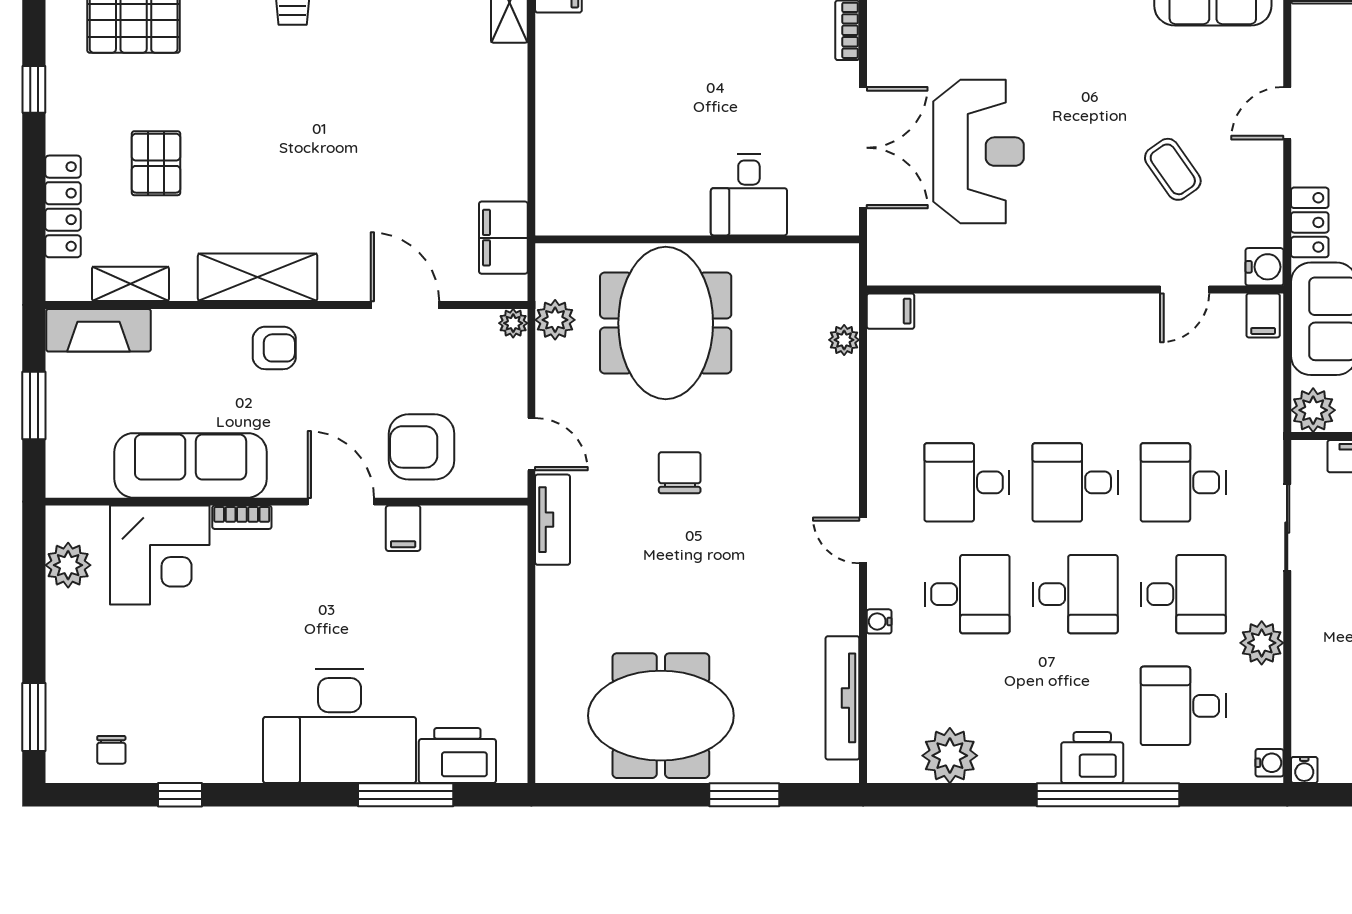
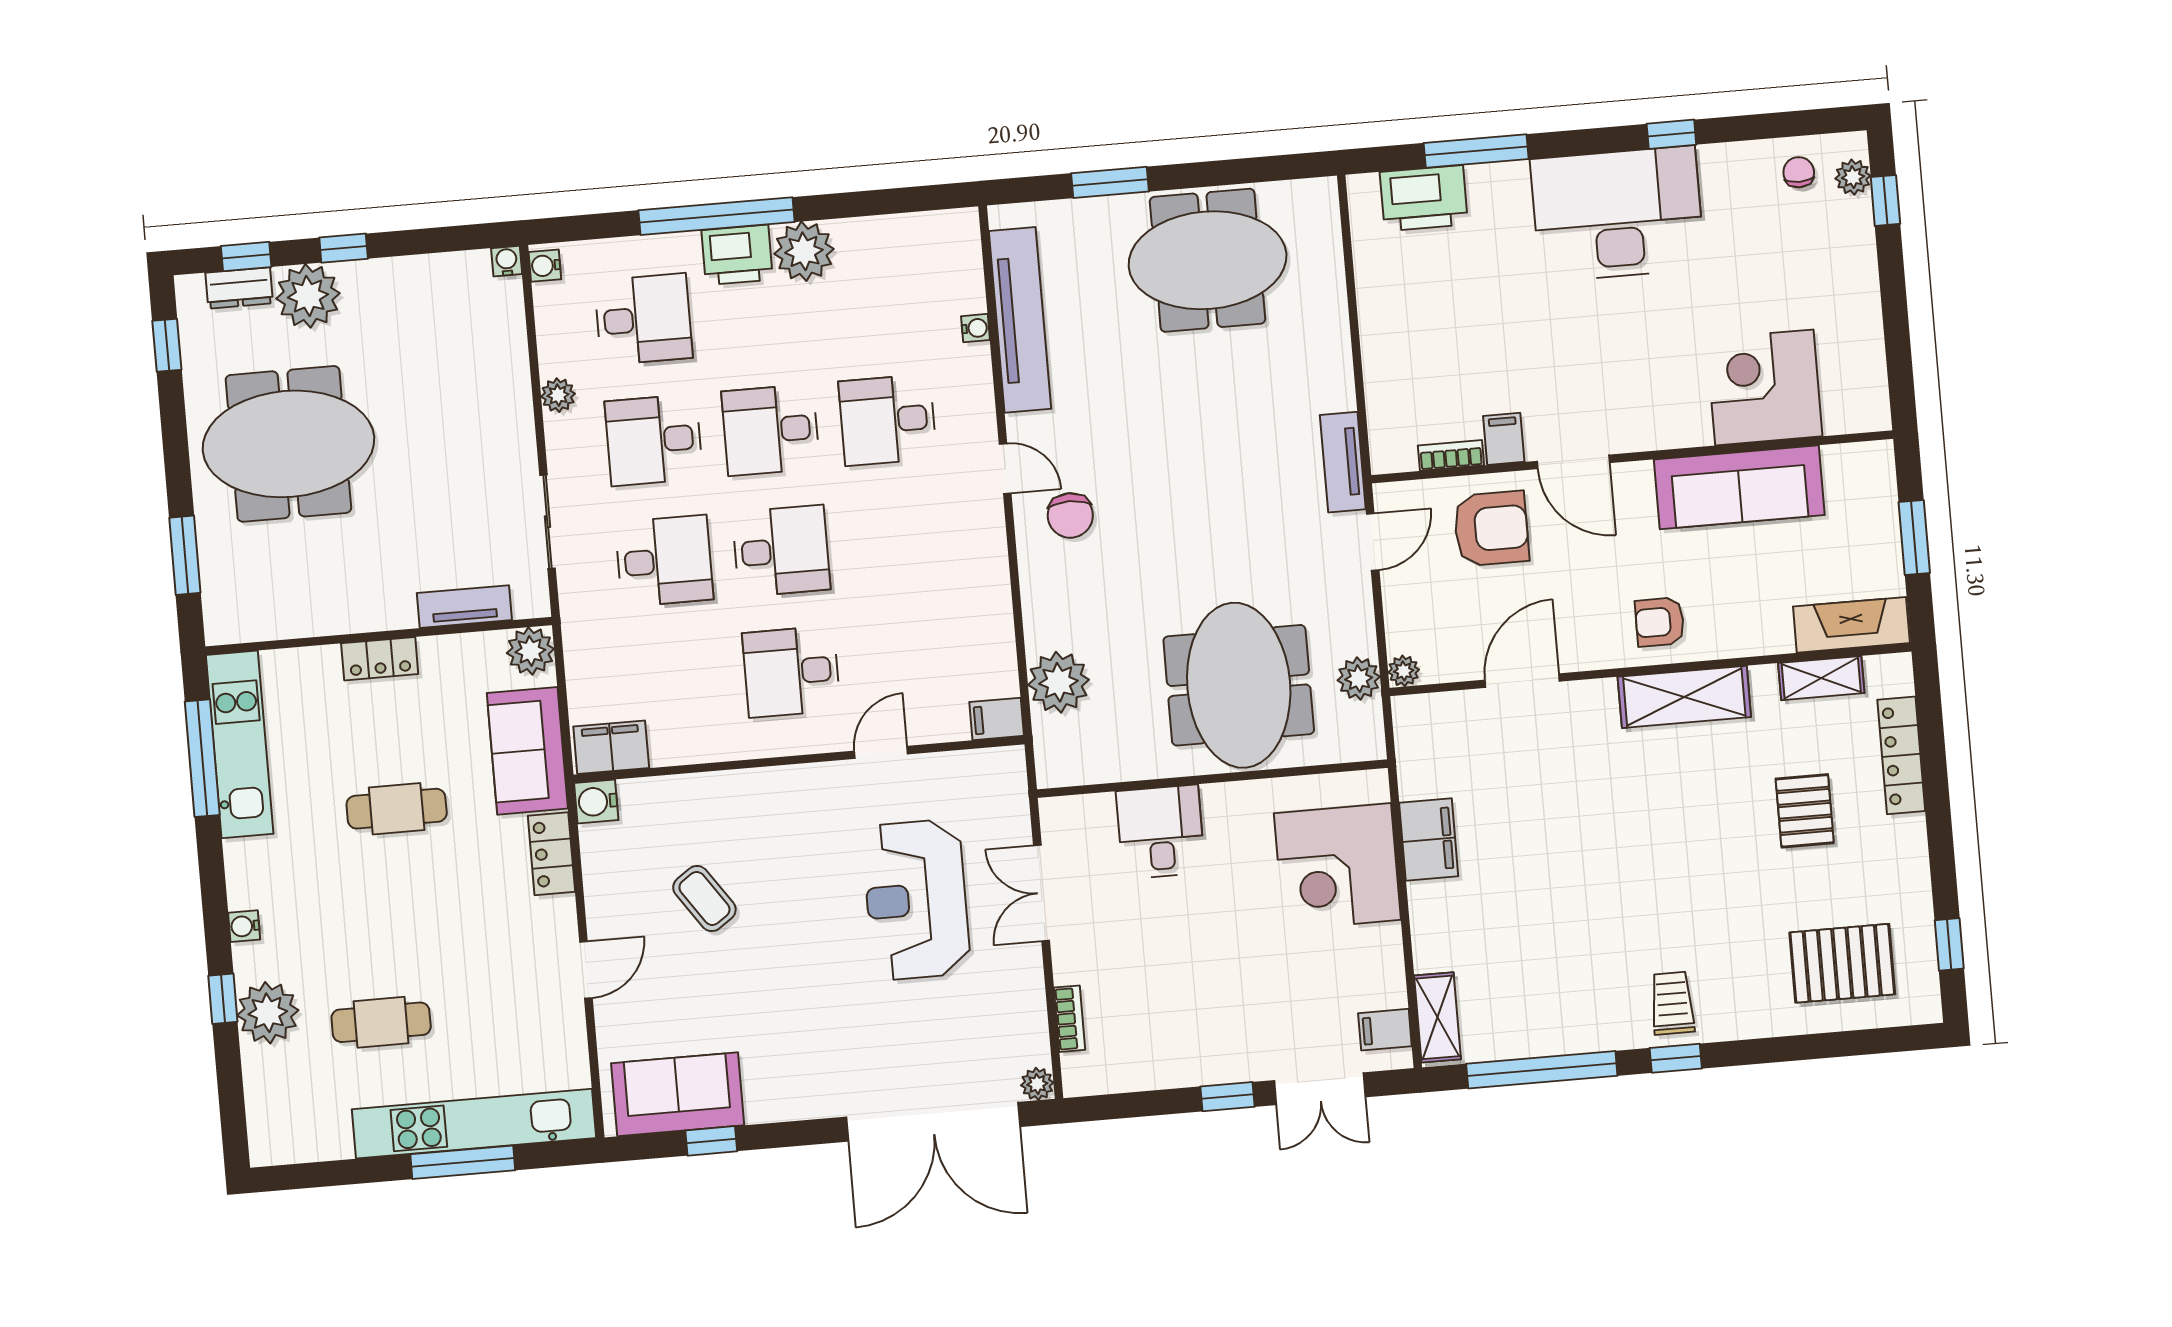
window: (34, 89) -> (1949, 944), moved
double door: (863, 148) -> (1041, 893), width x0.73
corner desk: (589, 149) -> (1337, 867), added
filing cabinet: (503, 238) -> (1429, 840), moved
door: (1185, 290) -> (881, 752), moved
door: (405, 305) -> (1522, 681), swing flipped
filing cabinet: (1263, 315) -> (611, 747), width x2.00
plant: (844, 340) -> (1059, 682), width x1.87, depth x1.87
door: (531, 444) -> (1373, 542), swing flipped
chair: (680, 473) -> (1070, 515), moved
desk: (967, 482) -> (791, 672), moved, turned 180
bookcase: (242, 517) -> (1451, 455), moved
plant: (68, 565) -> (1853, 177), moved, width x0.73, depth x0.73
water cooler: (879, 621) -> (976, 328), moved
plant: (1262, 643) -> (558, 395), width x0.73, depth x0.73
tv unit: (842, 698) -> (1020, 320), width x1.36, depth x1.29
window: (34, 717) -> (1885, 200), width x0.67
desk: (340, 726) -> (1617, 214), moved
plant: (950, 756) -> (804, 251), moved
window: (180, 795) -> (1671, 134), moved

